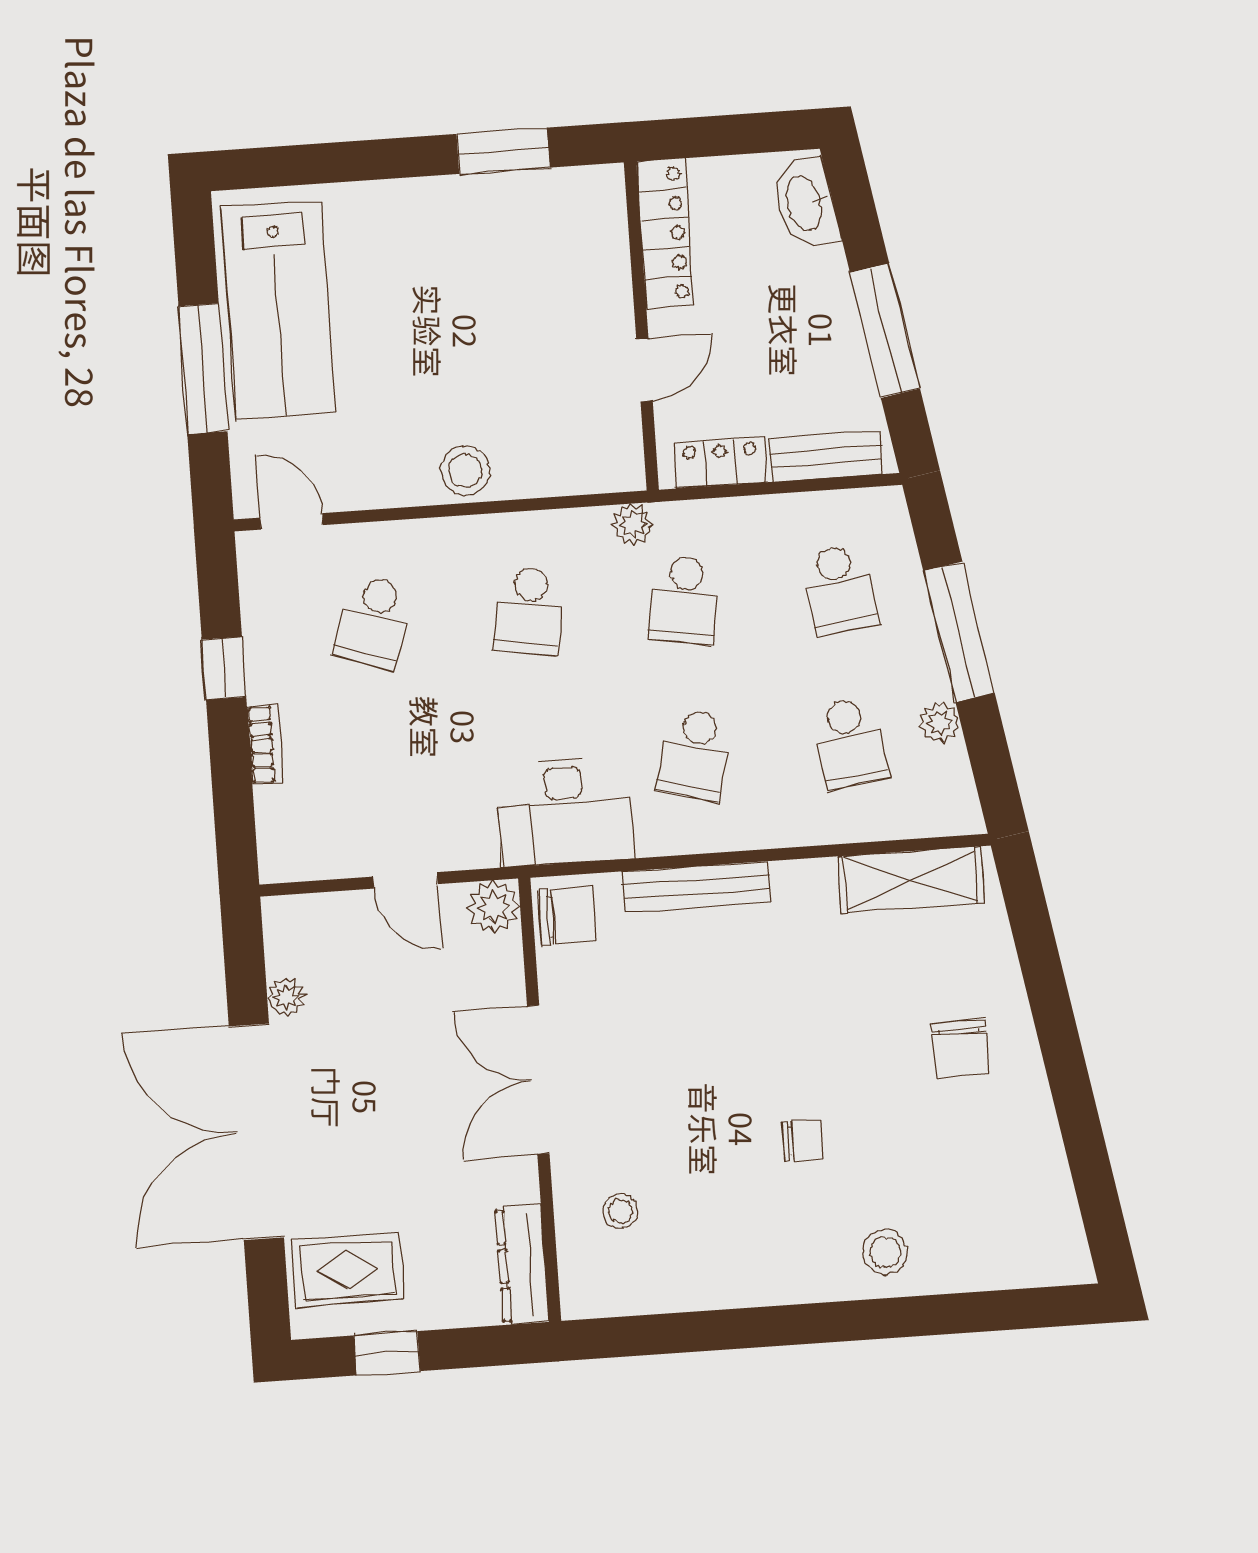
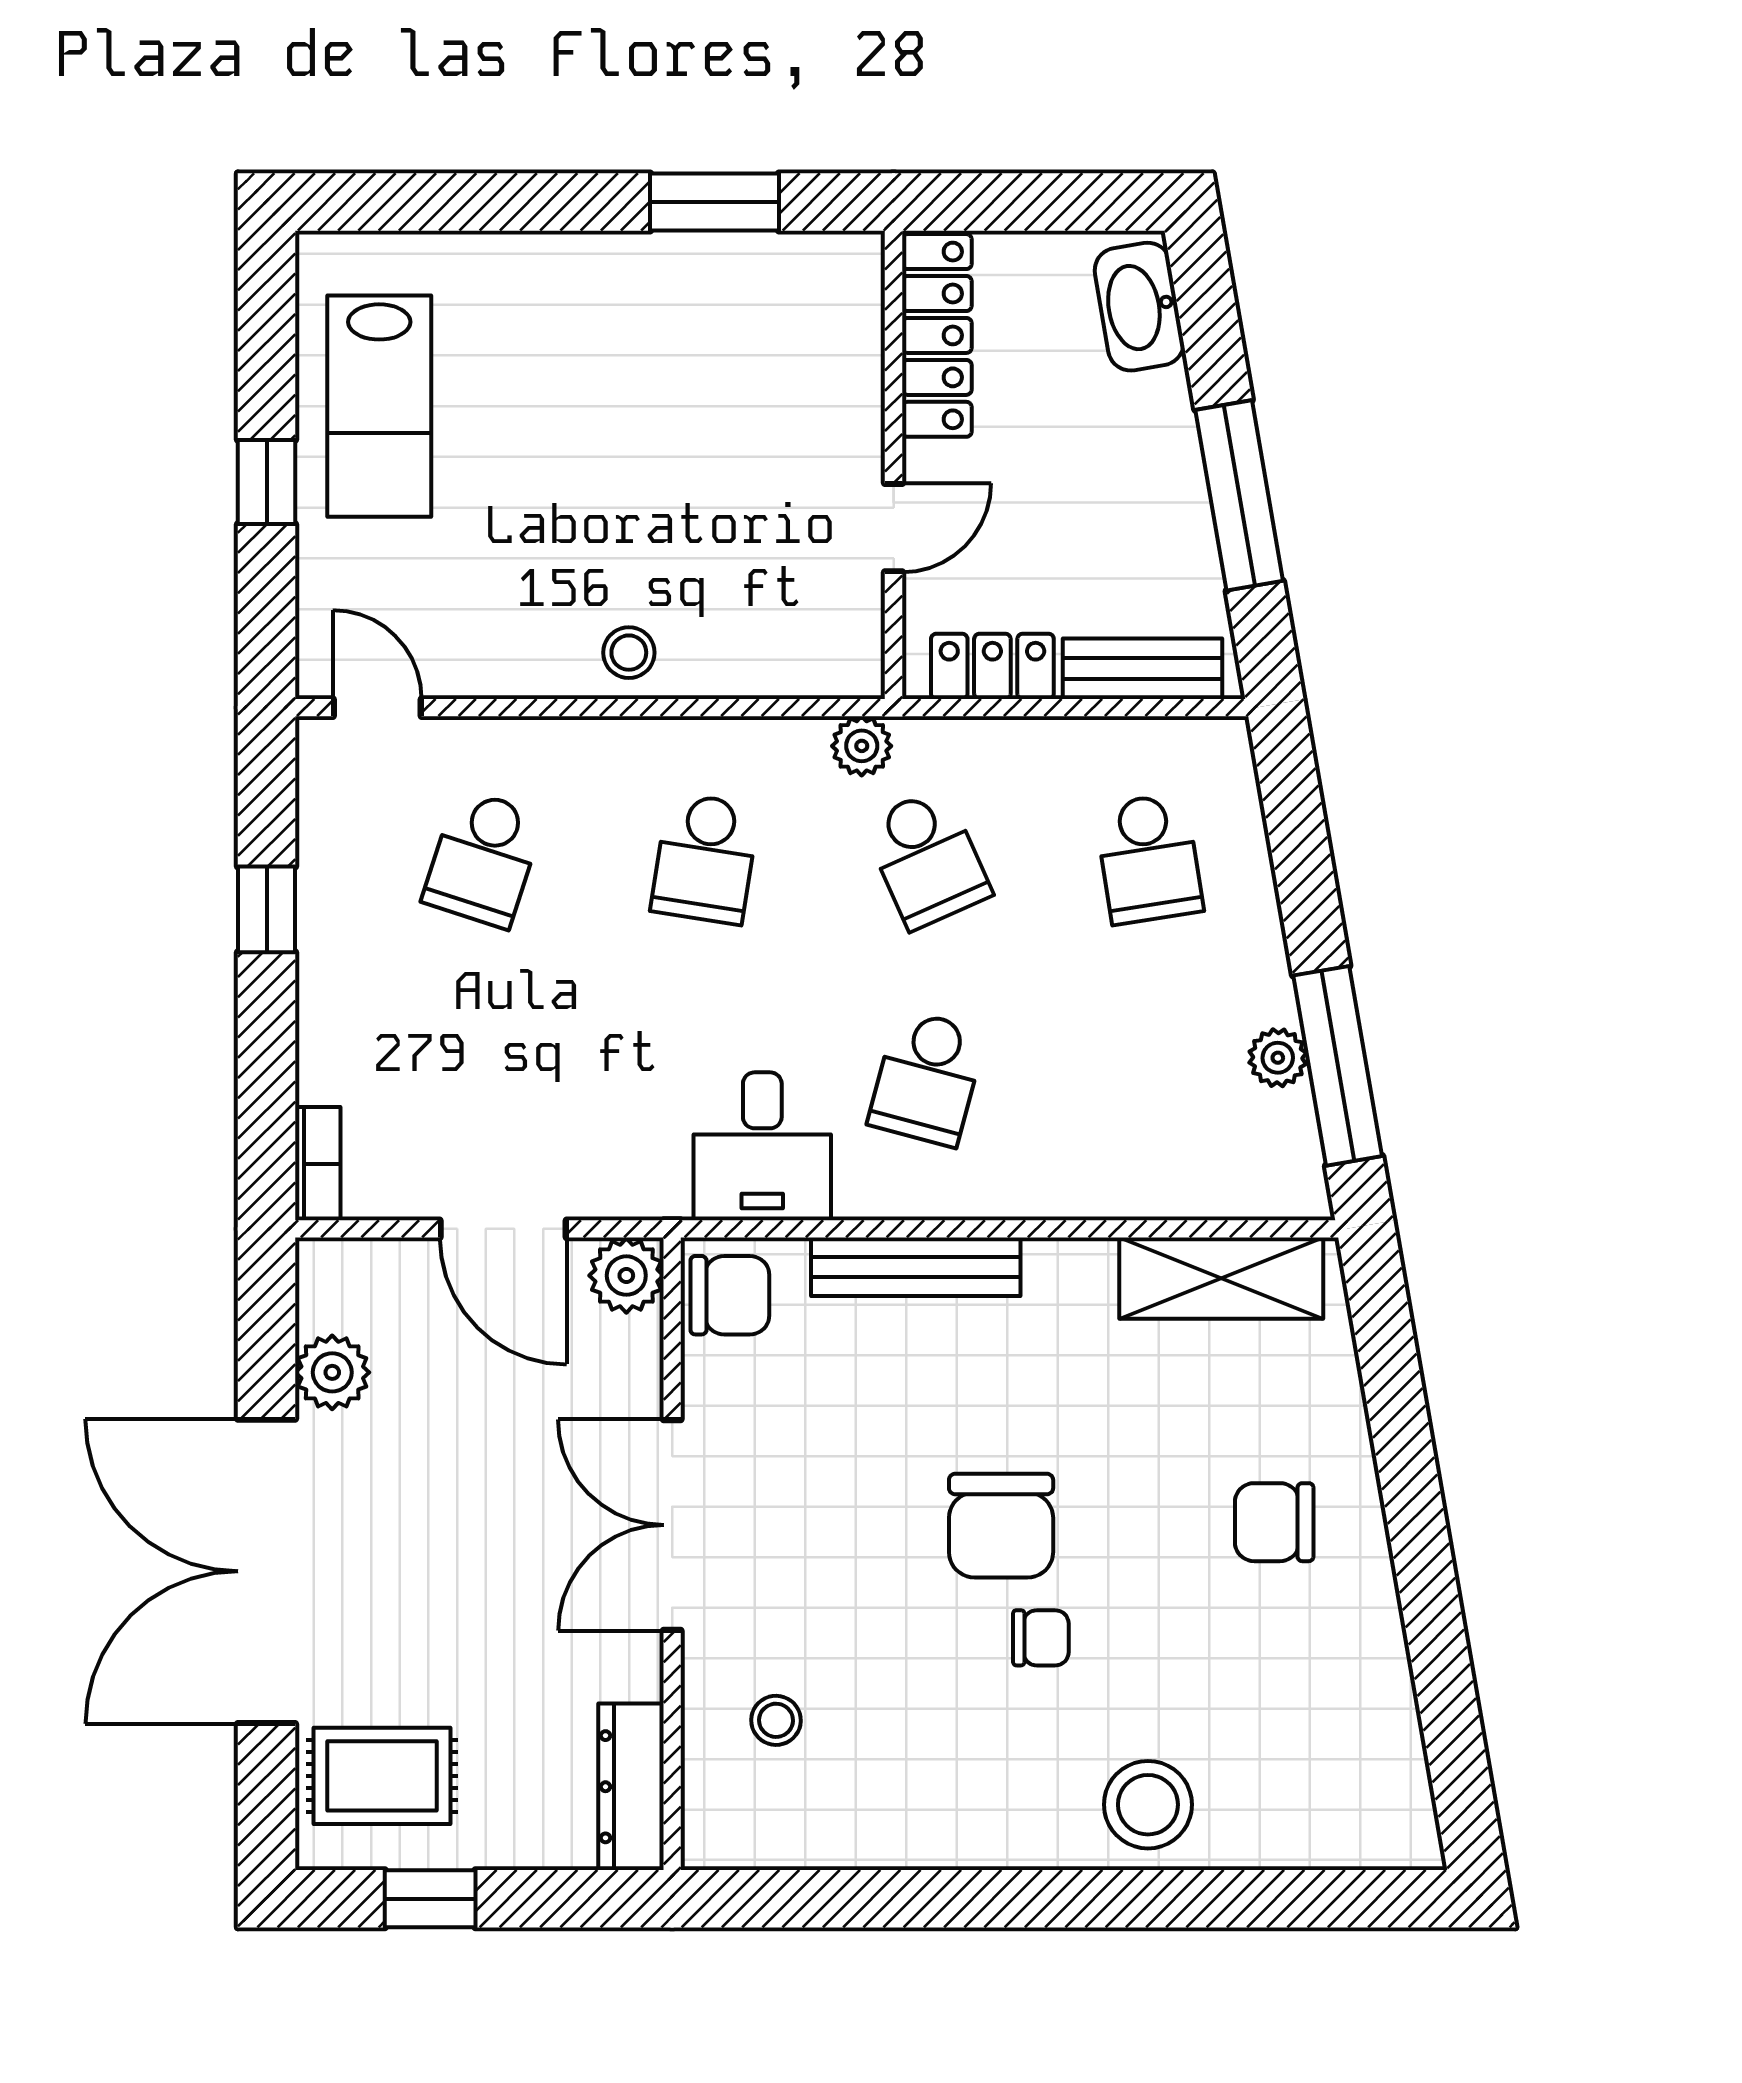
lab bench: (278, 310) -> (379, 406), width x0.73, depth x0.72
window: (203, 369) -> (267, 482), width x0.46
stool: (465, 471) -> (629, 653), width x0.73, depth x0.73
school desk: (684, 600) -> (927, 858), turned -33
window: (959, 632) -> (1338, 1066), moved
school desk: (850, 743) -> (1149, 1078), removed
bookcase: (265, 744) -> (318, 1164), moved
desk: (565, 811) -> (762, 1146), width x0.73
door: (405, 880) -> (503, 1229), width x1.38
plant: (286, 997) -> (332, 1372), width x1.38, depth x1.38
chair: (960, 1048) -> (1274, 1522), turned 90
chair: (769, 1064) -> (1001, 1526), added
stool: (885, 1252) -> (1148, 1805), width x1.38, depth x1.38

